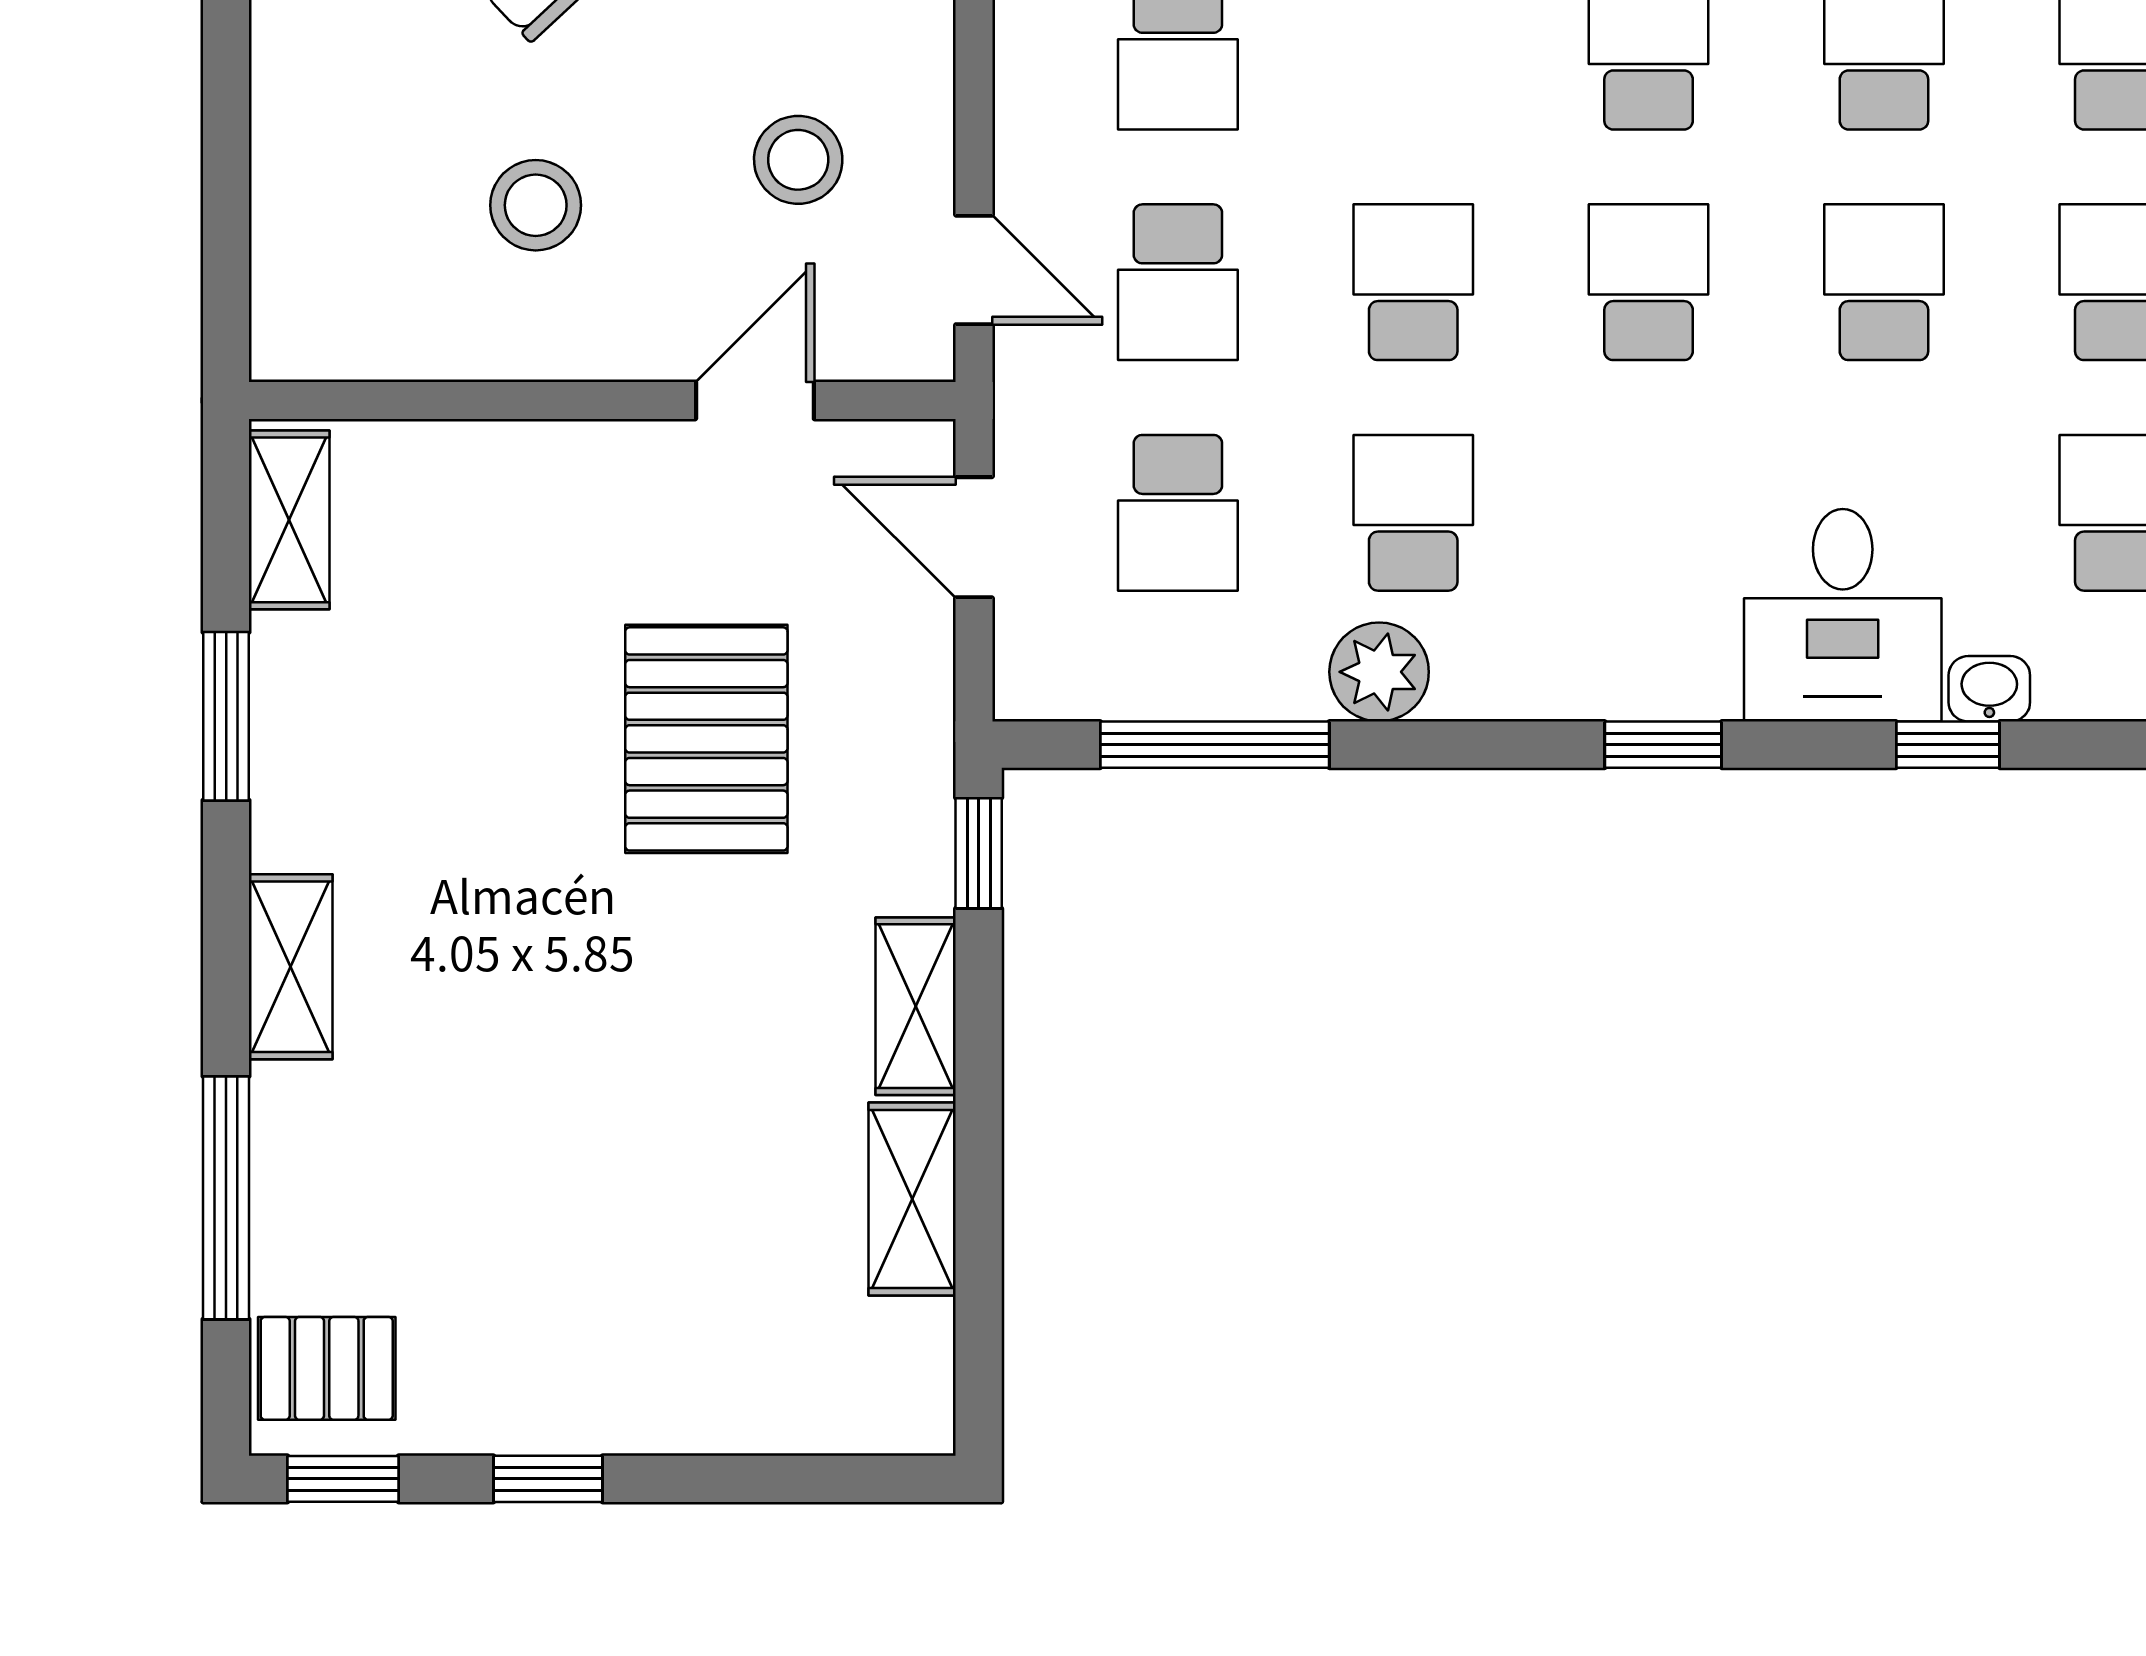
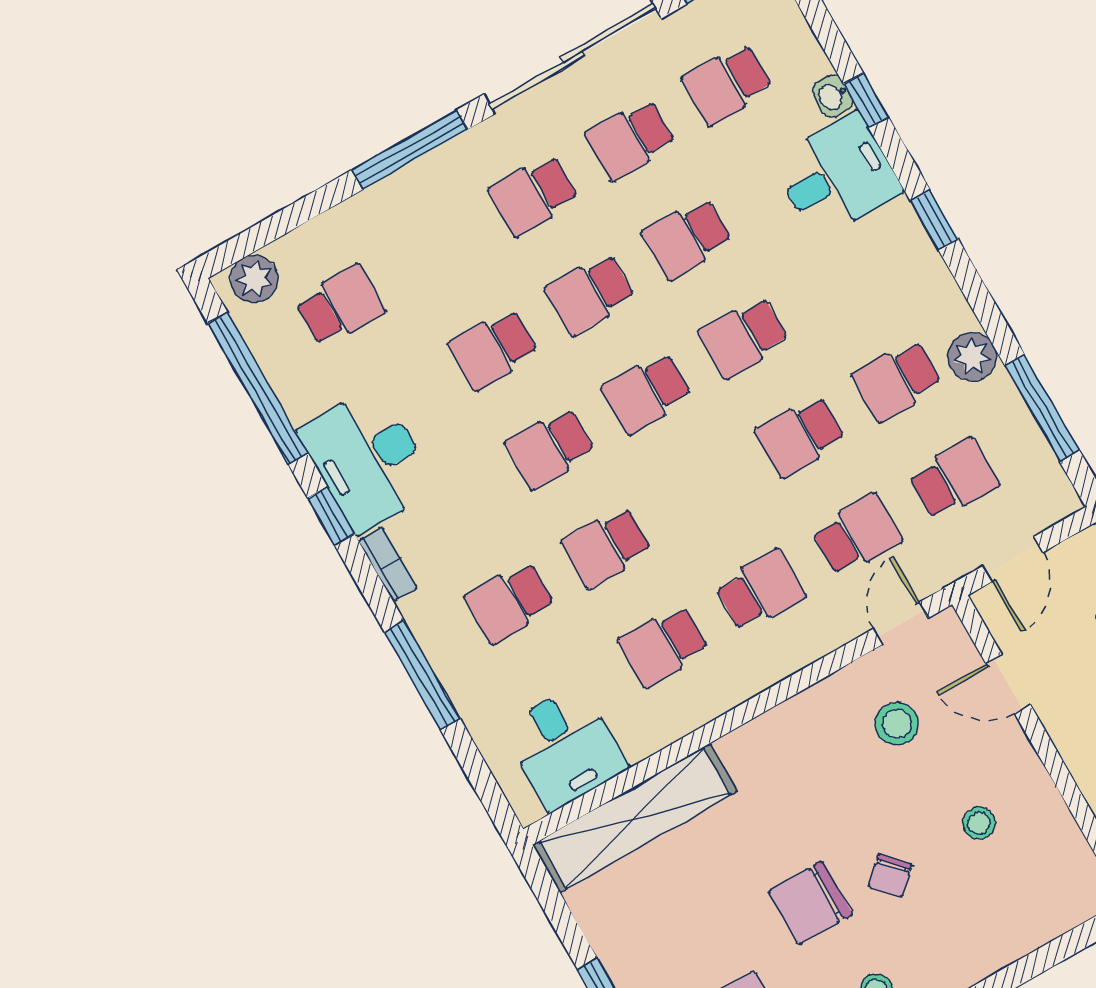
stool: (536, 205) -> (979, 823), width x0.73, depth x0.73

